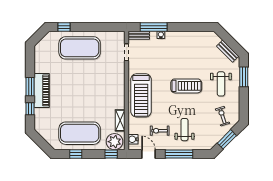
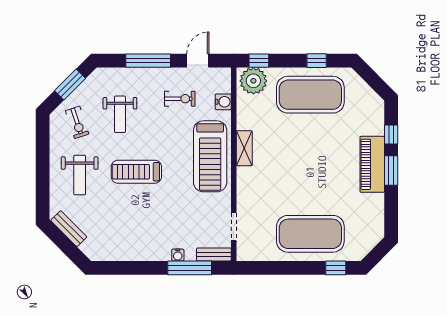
window: (244, 77) -> (43, 186), removed
weight bench: (221, 84) -> (80, 175), turned 180
treadmill: (141, 95) -> (210, 156), turned 180
shelving: (120, 120) -> (244, 148), moved
weight bench: (184, 130) -> (120, 114), moved
water cooler: (133, 139) -> (223, 102), moved
door: (148, 154) -> (198, 61), swing flipped

